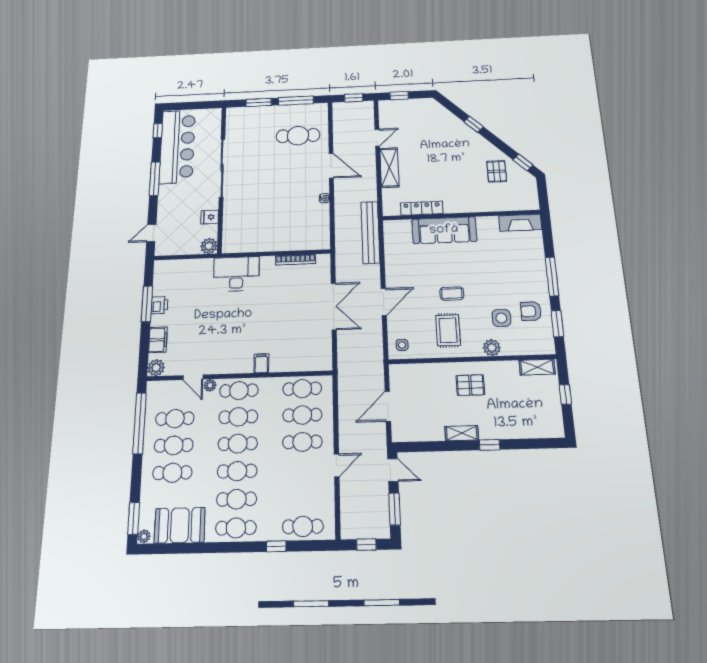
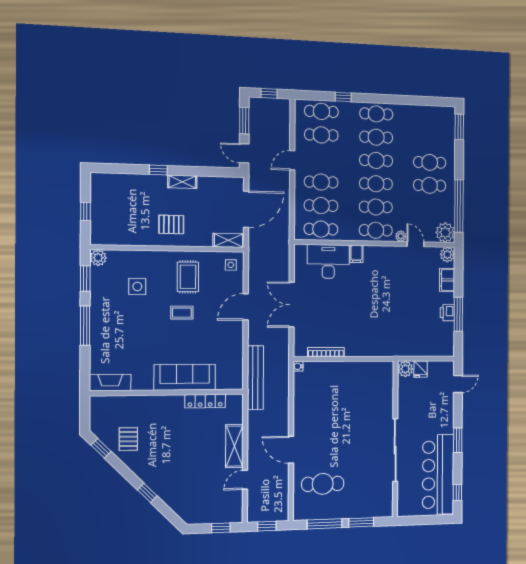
window: (155, 179) -> (458, 440), width x0.69
water cooler: (325, 198) -> (298, 366), moved
fridge: (210, 217) -> (421, 369), moved, turned 90
desk: (236, 274) -> (328, 262), moved, turned 180
armchair: (531, 311) -> (109, 292), removed
plant: (492, 348) -> (98, 258), moved
shelving: (537, 367) -> (228, 240), moved
door: (388, 406) -> (246, 209), width x1.36
cafe table: (175, 419) -> (321, 135), moved
booth: (180, 525) -> (422, 119), removed
plant: (144, 536) -> (445, 233), moved, width x1.88, depth x1.88

